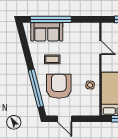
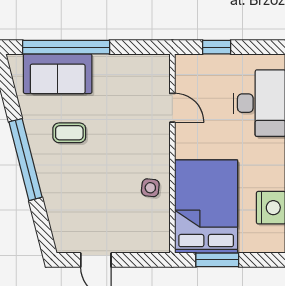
armchair: (59, 86) -> (83, 190), removed
window: (36, 88) -> (25, 160), moved

